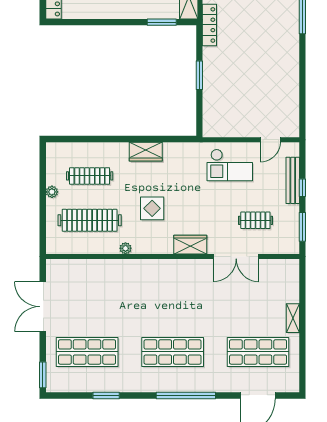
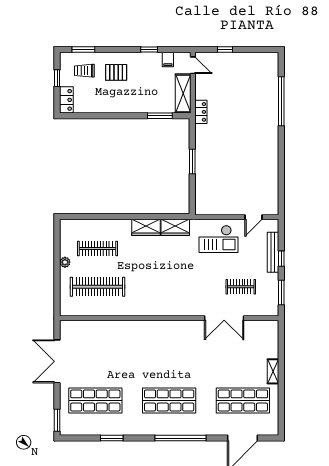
locker: (209, 25) -> (201, 112), width x0.66
display table: (152, 208) -> (151, 276), removed
wardrobe: (190, 245) -> (175, 227), moved, turned 180
plant: (125, 248) -> (128, 311), removed

